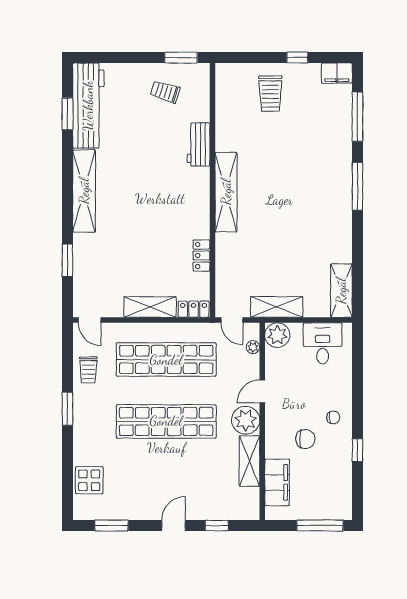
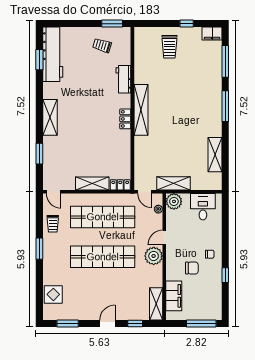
shelving: (84, 191) -> (50, 117), width x0.68
locker: (201, 256) -> (125, 119), moved
shelving: (341, 291) -> (215, 155), moved
shelving: (249, 461) -> (156, 304), moved

